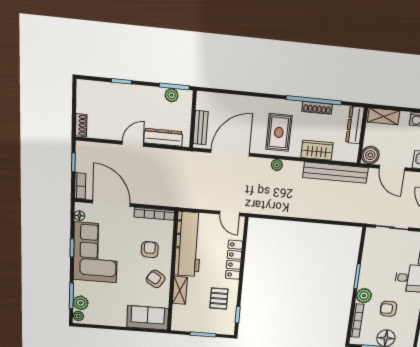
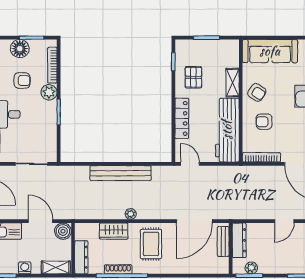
dresser: (163, 137) -> (239, 240), moved, turned -90
plant: (277, 165) -> (131, 214), moved
bench: (335, 173) -> (121, 173), moved
armchair: (150, 250) -> (264, 122), turned 90
sofa: (148, 318) -> (270, 51), width x1.36

